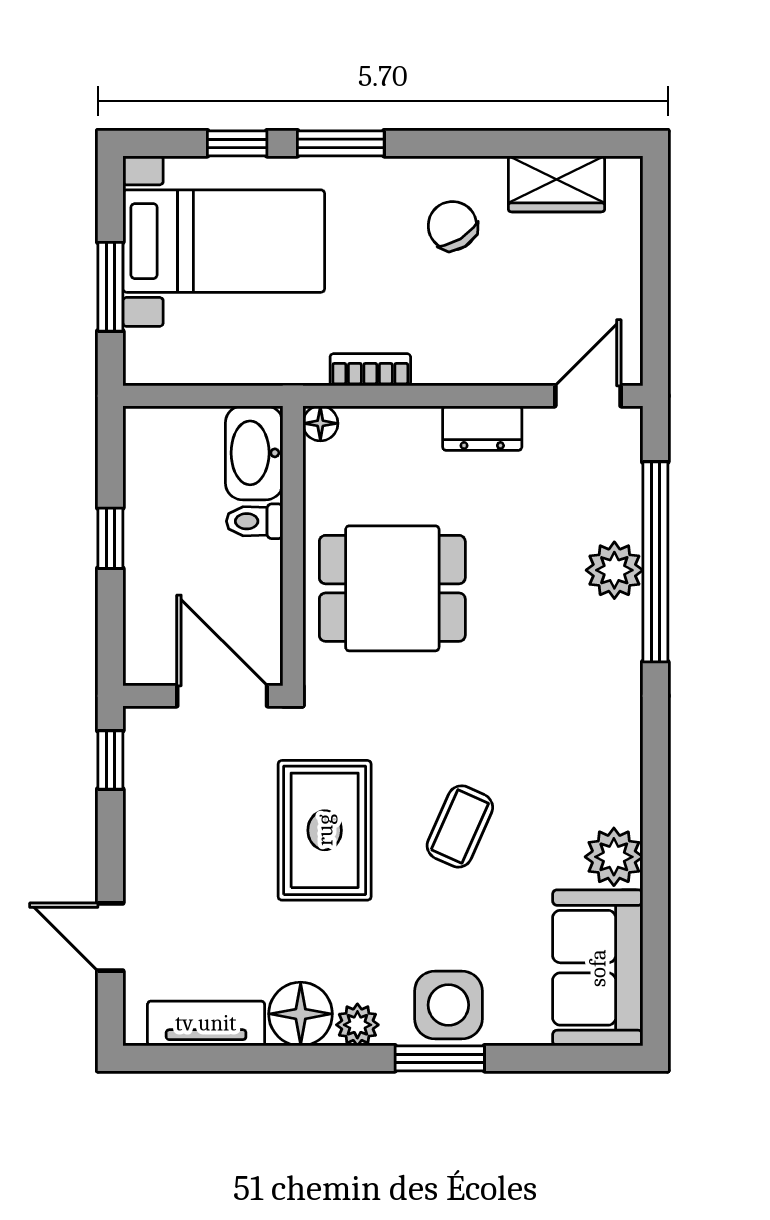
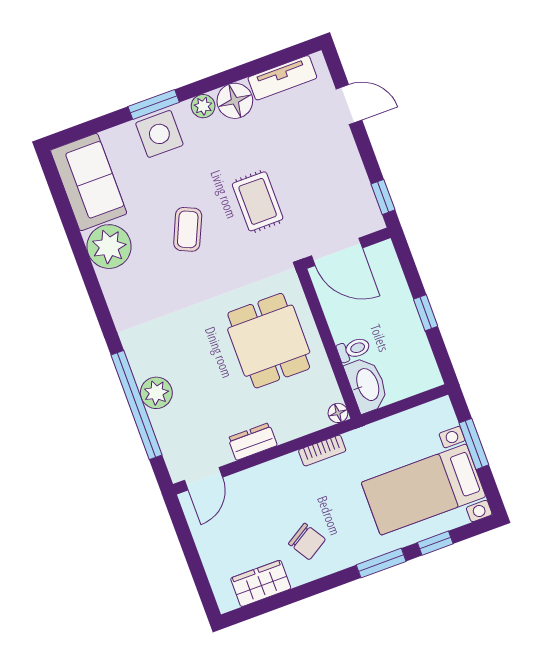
dining table: (392, 588) -> (269, 341), turned 90
rug: (325, 830) -> (258, 201), width x0.73, depth x0.70
plant: (614, 857) -> (109, 247), width x1.36, depth x1.36

